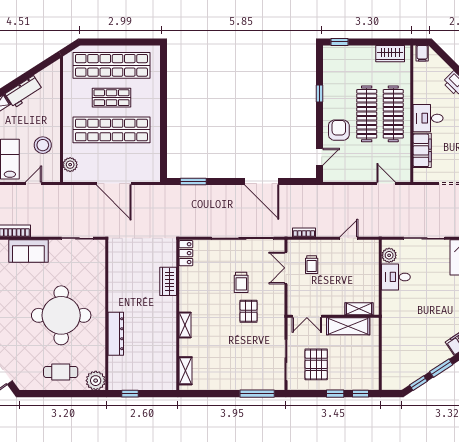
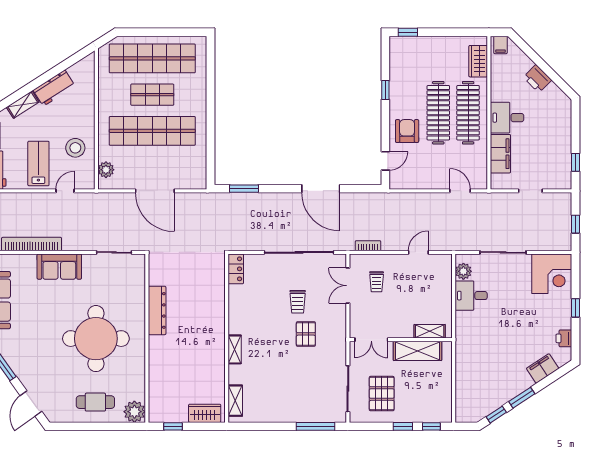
wardrobe: (390, 54) -> (478, 61), moved, turned 90
wardrobe: (168, 281) -> (205, 413), moved, turned 90
dresser: (116, 334) -> (157, 310), moved

